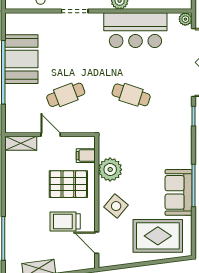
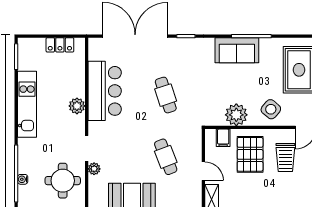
plant: (185, 19) -> (94, 169), moved
cafe table: (131, 95) -> (166, 95), turned -36
door: (51, 135) -> (203, 171), swing flipped
sofa: (179, 192) -> (237, 50), moved

